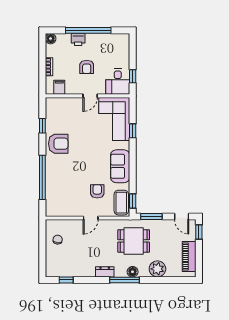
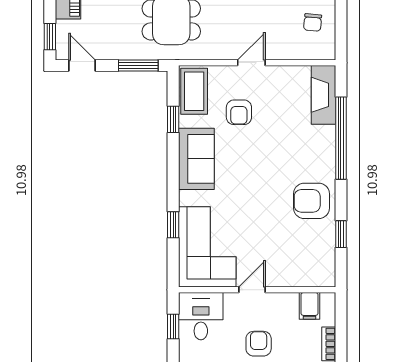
fireplace: (52, 201) -> (323, 95), added
window: (133, 201) -> (173, 119), moved

